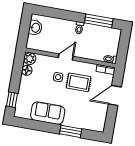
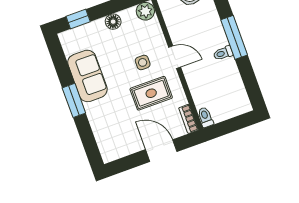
window: (99, 21) -> (234, 37), moved
floor lamp: (27, 70) -> (113, 22), moved
rug: (79, 82) -> (151, 93), turned 90
window: (71, 131) -> (74, 100), moved

